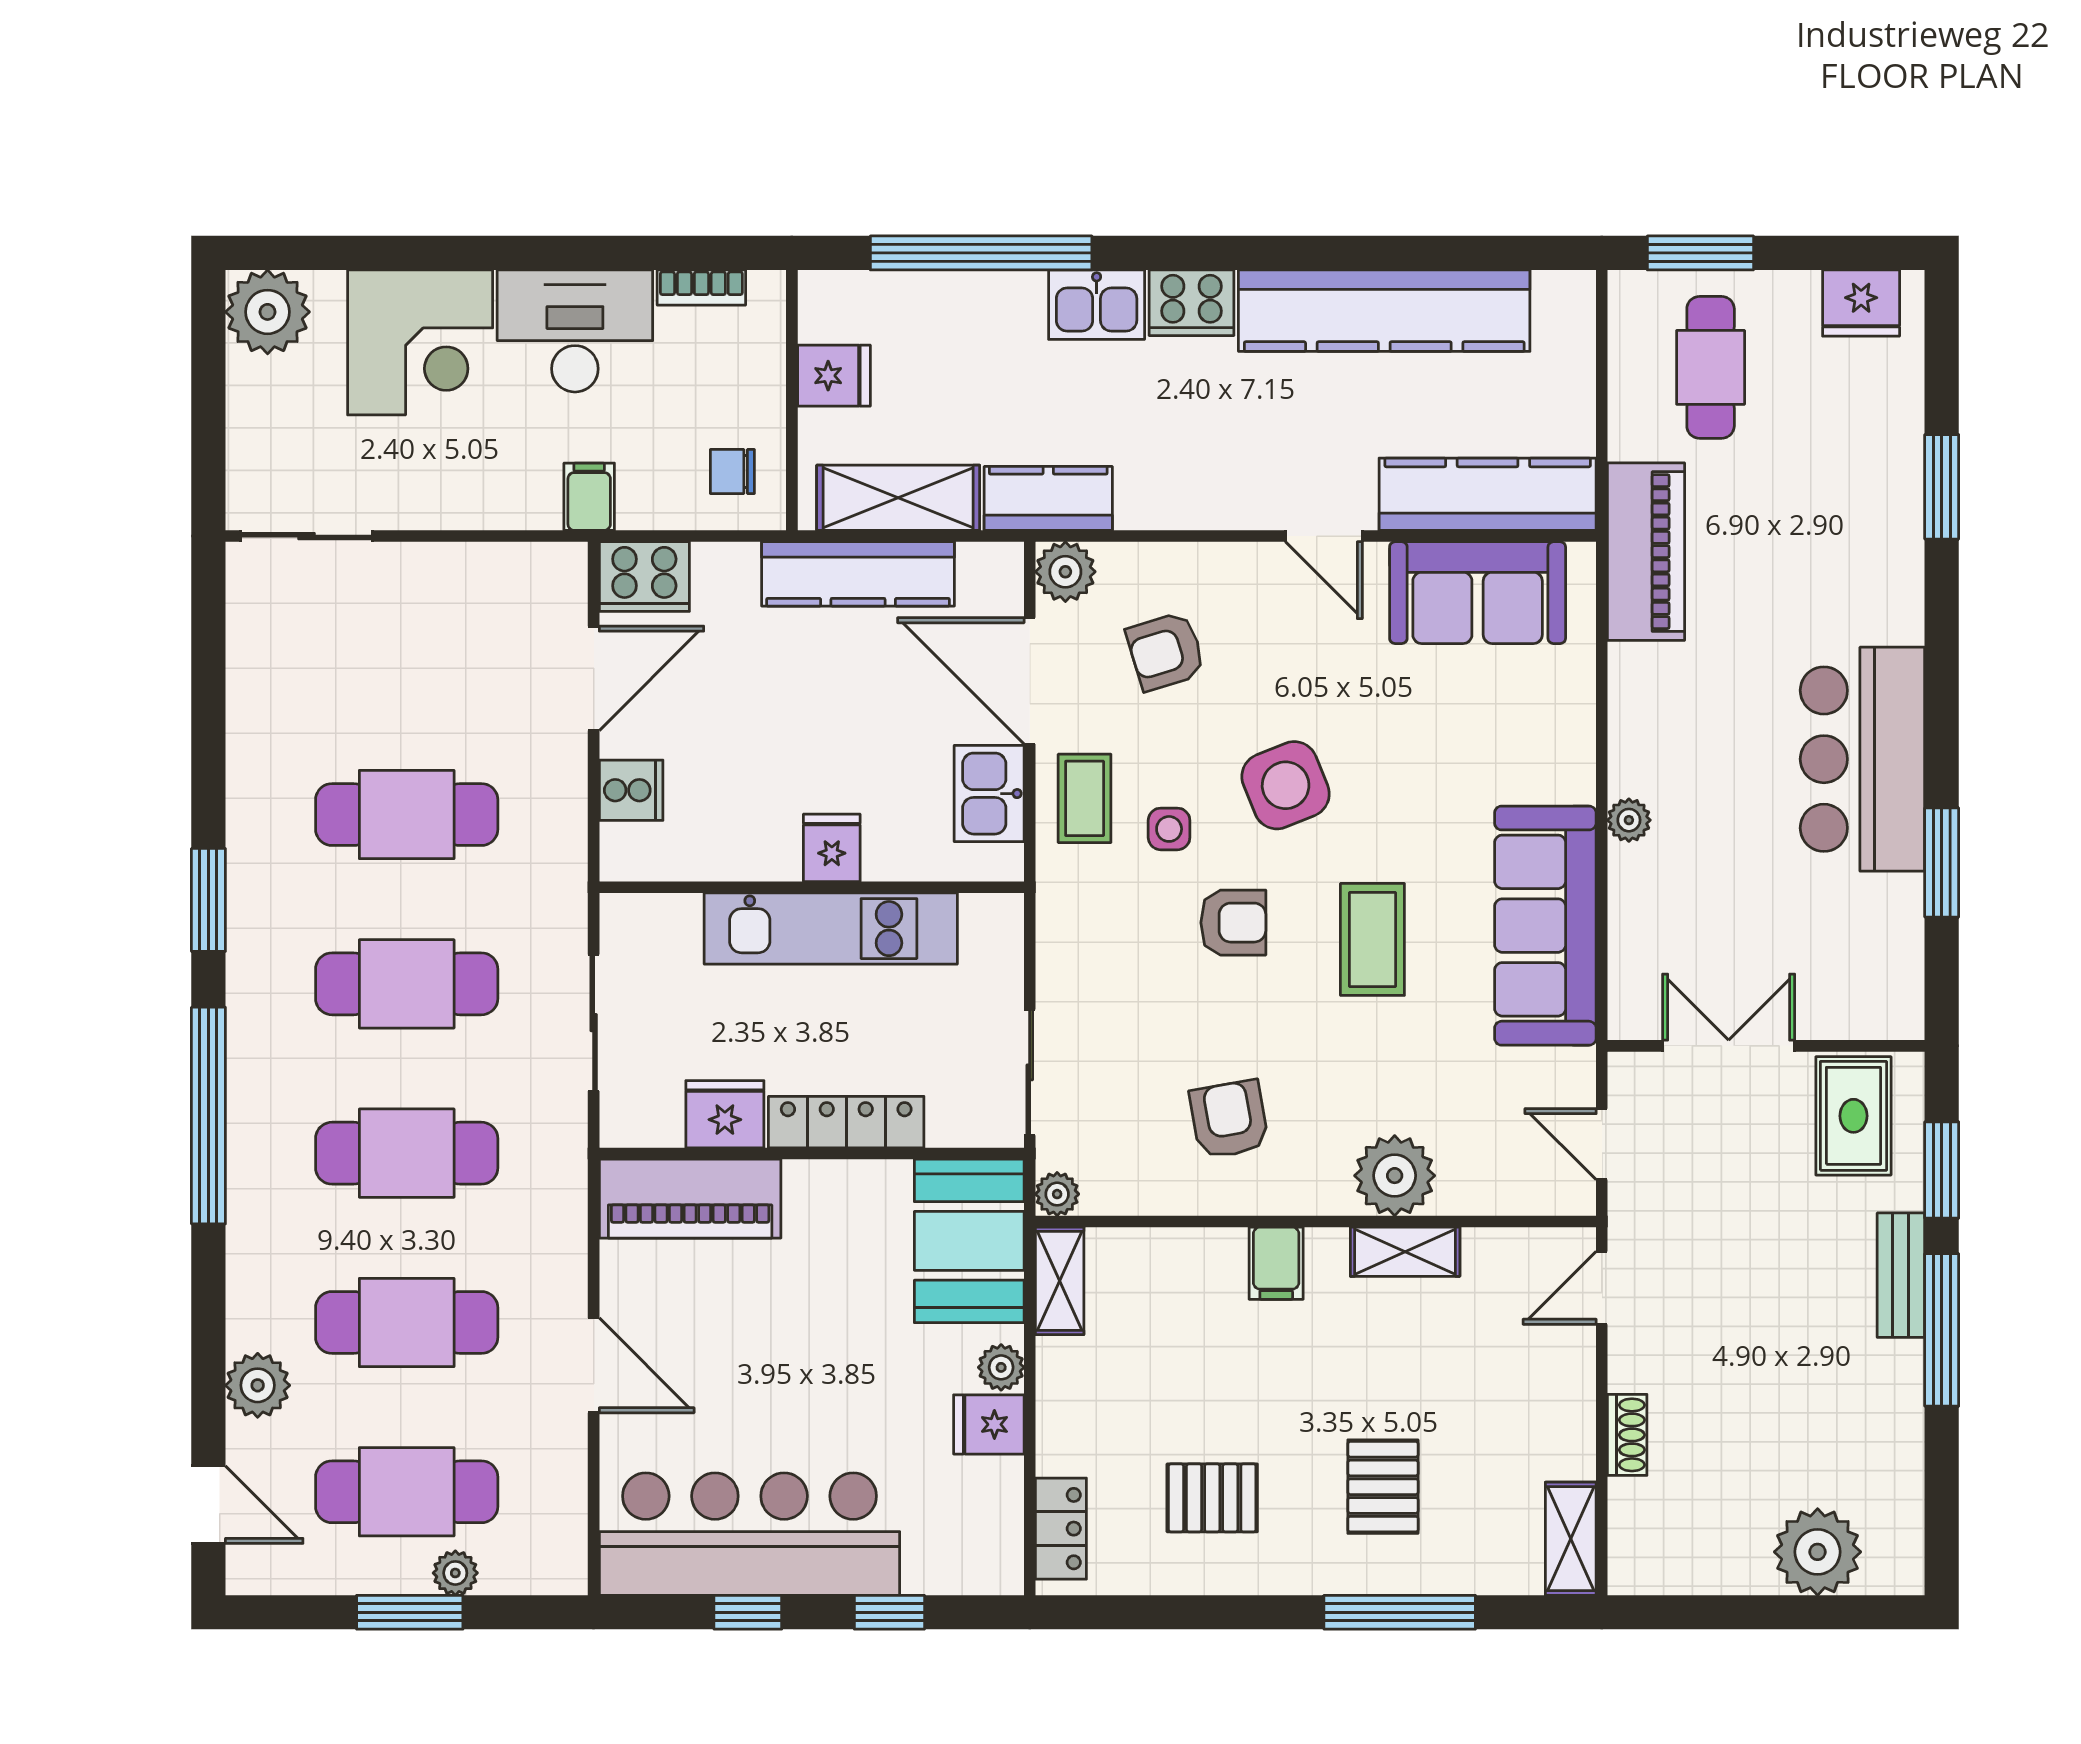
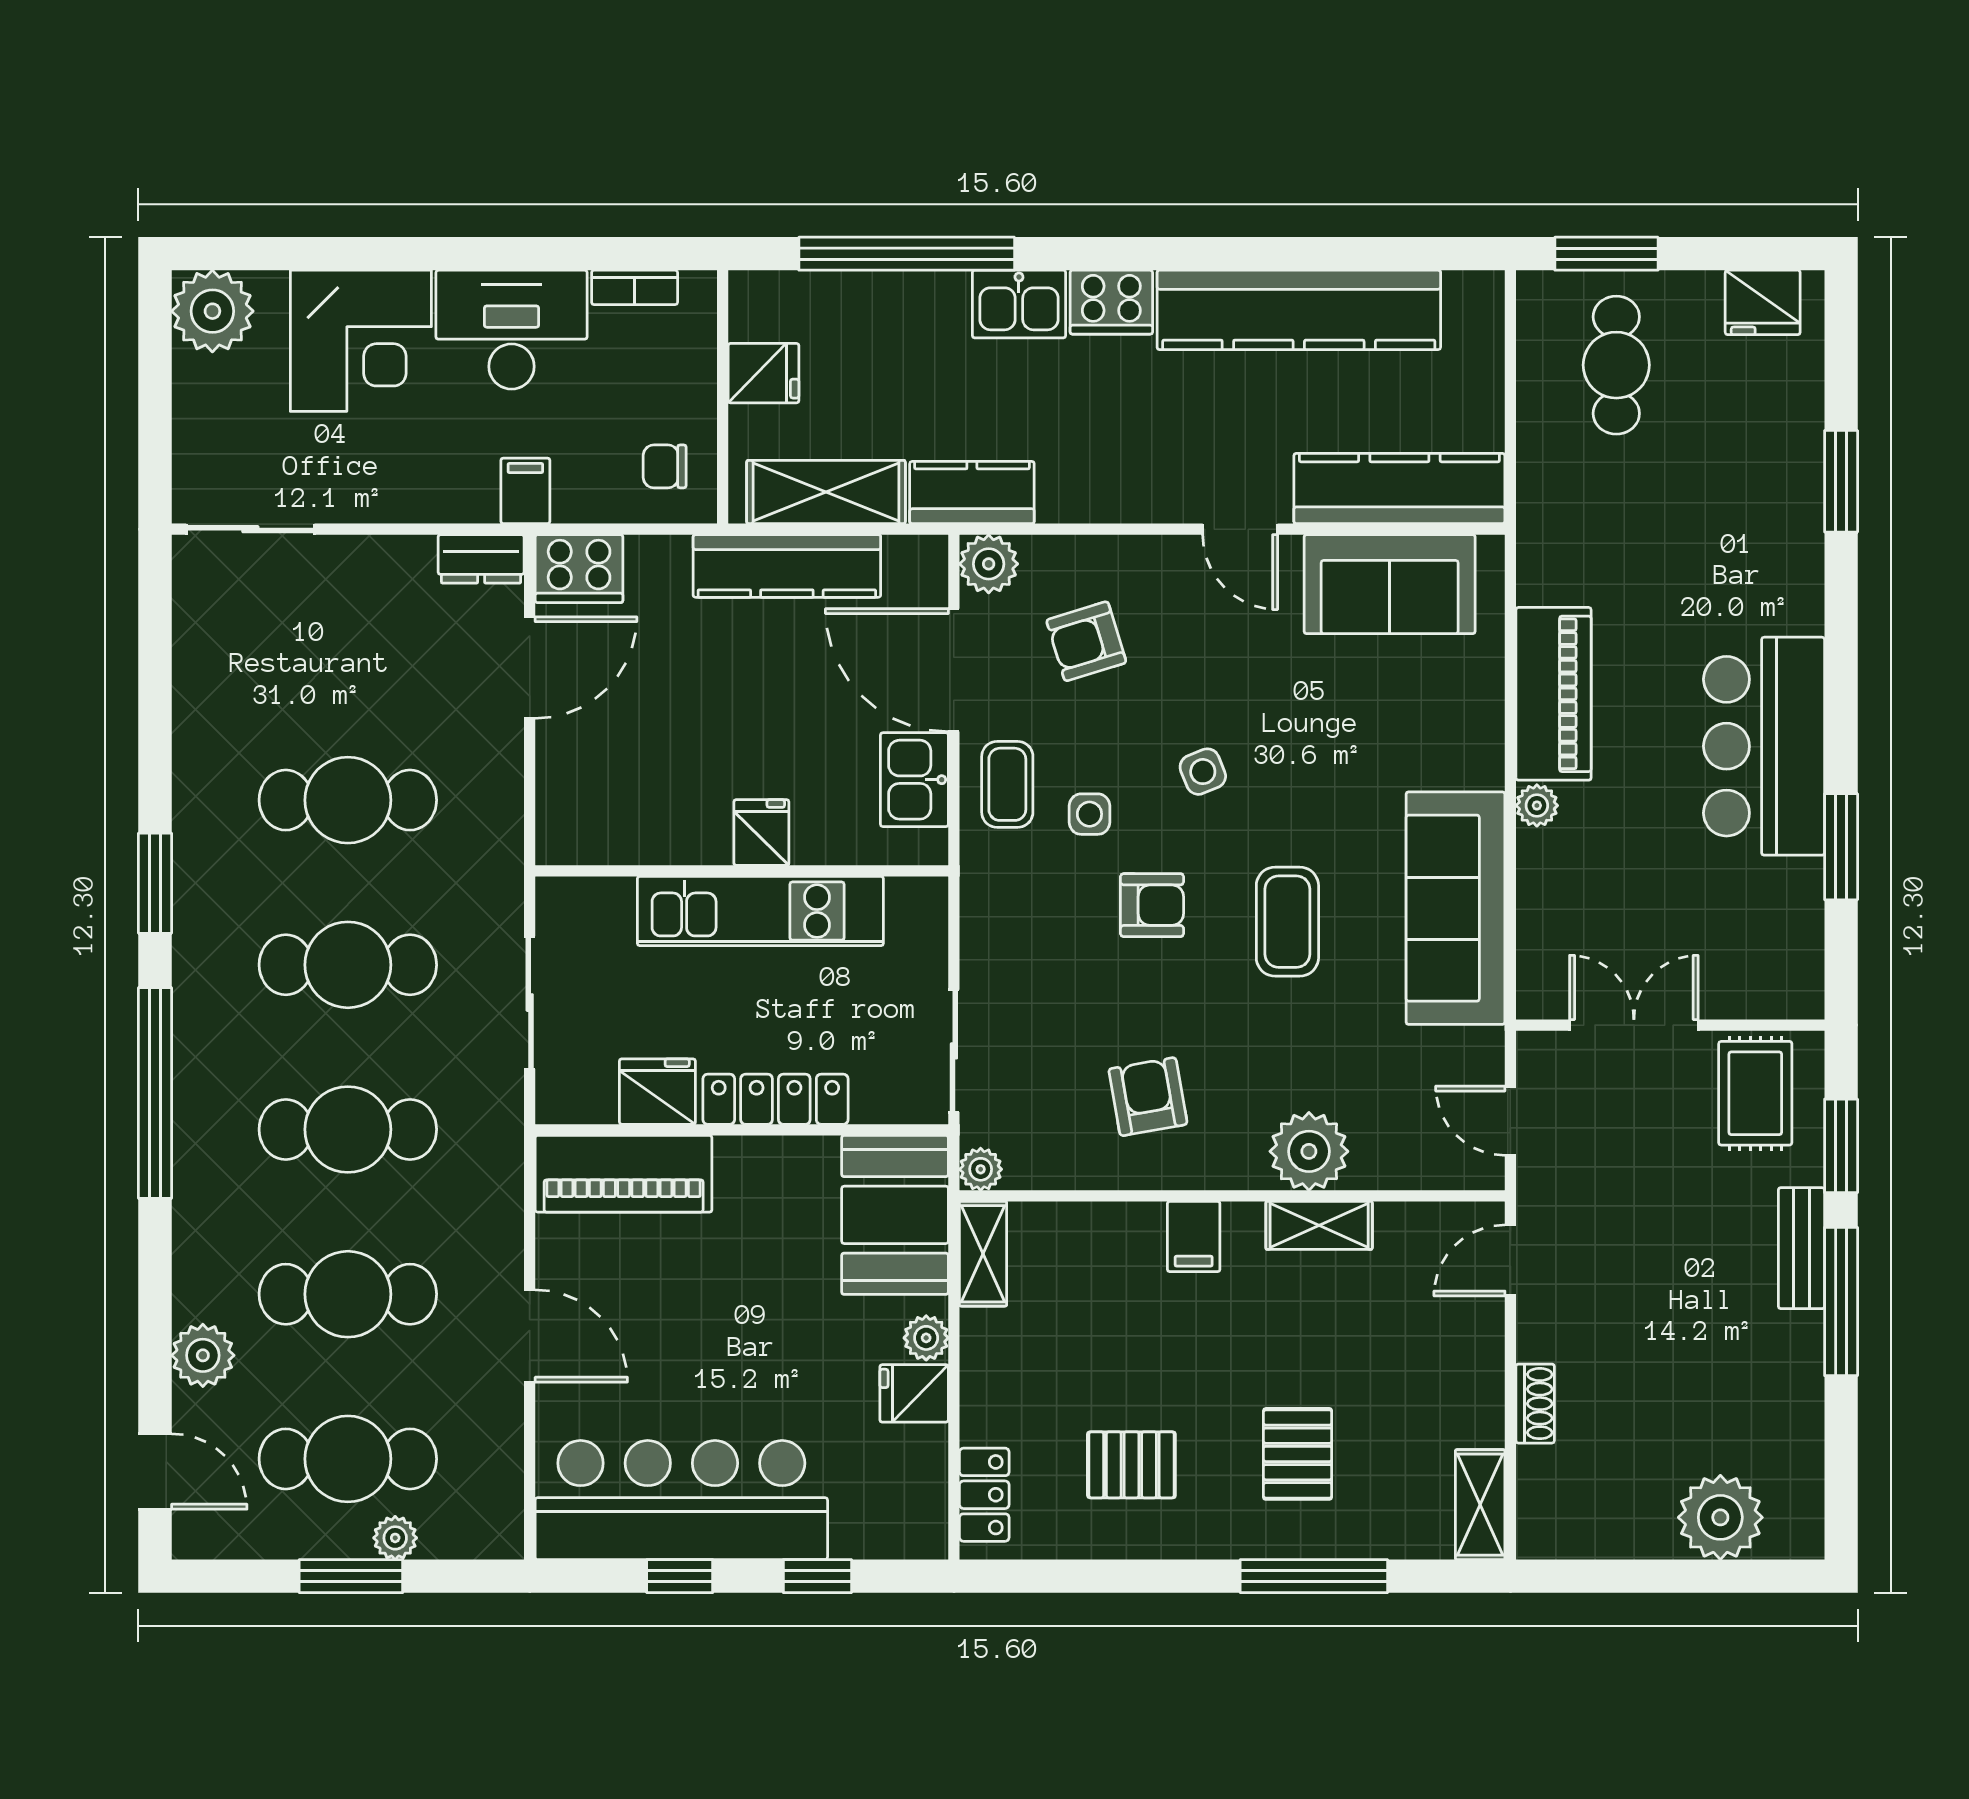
piano: (1646, 552) -> (1554, 694), moved
dresser: (544, 567) -> (481, 559), added
side table: (1286, 785) -> (1203, 772), width x0.54, depth x0.54
cooker: (631, 790) -> (566, 776), removed

